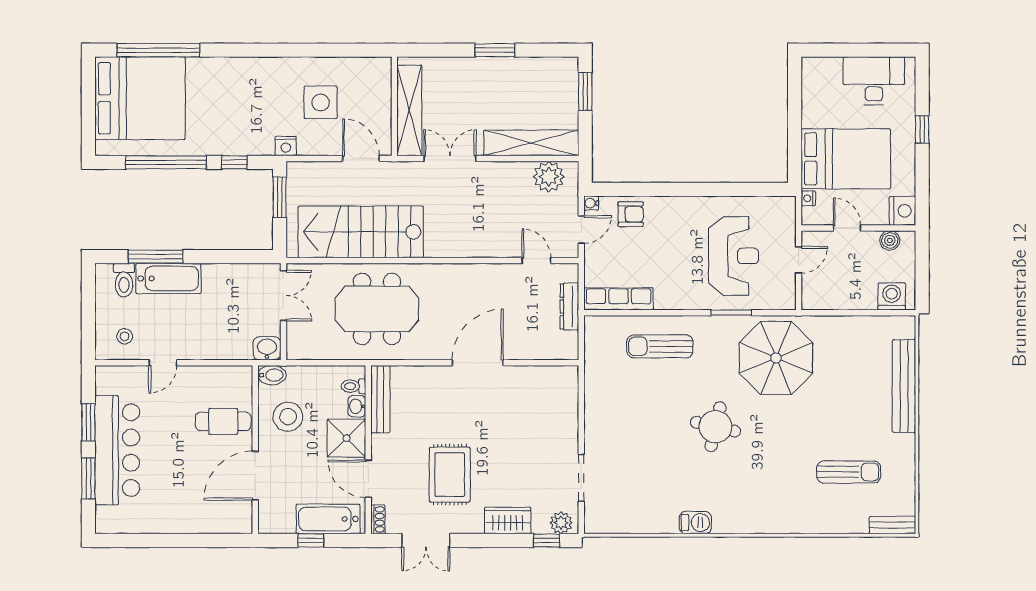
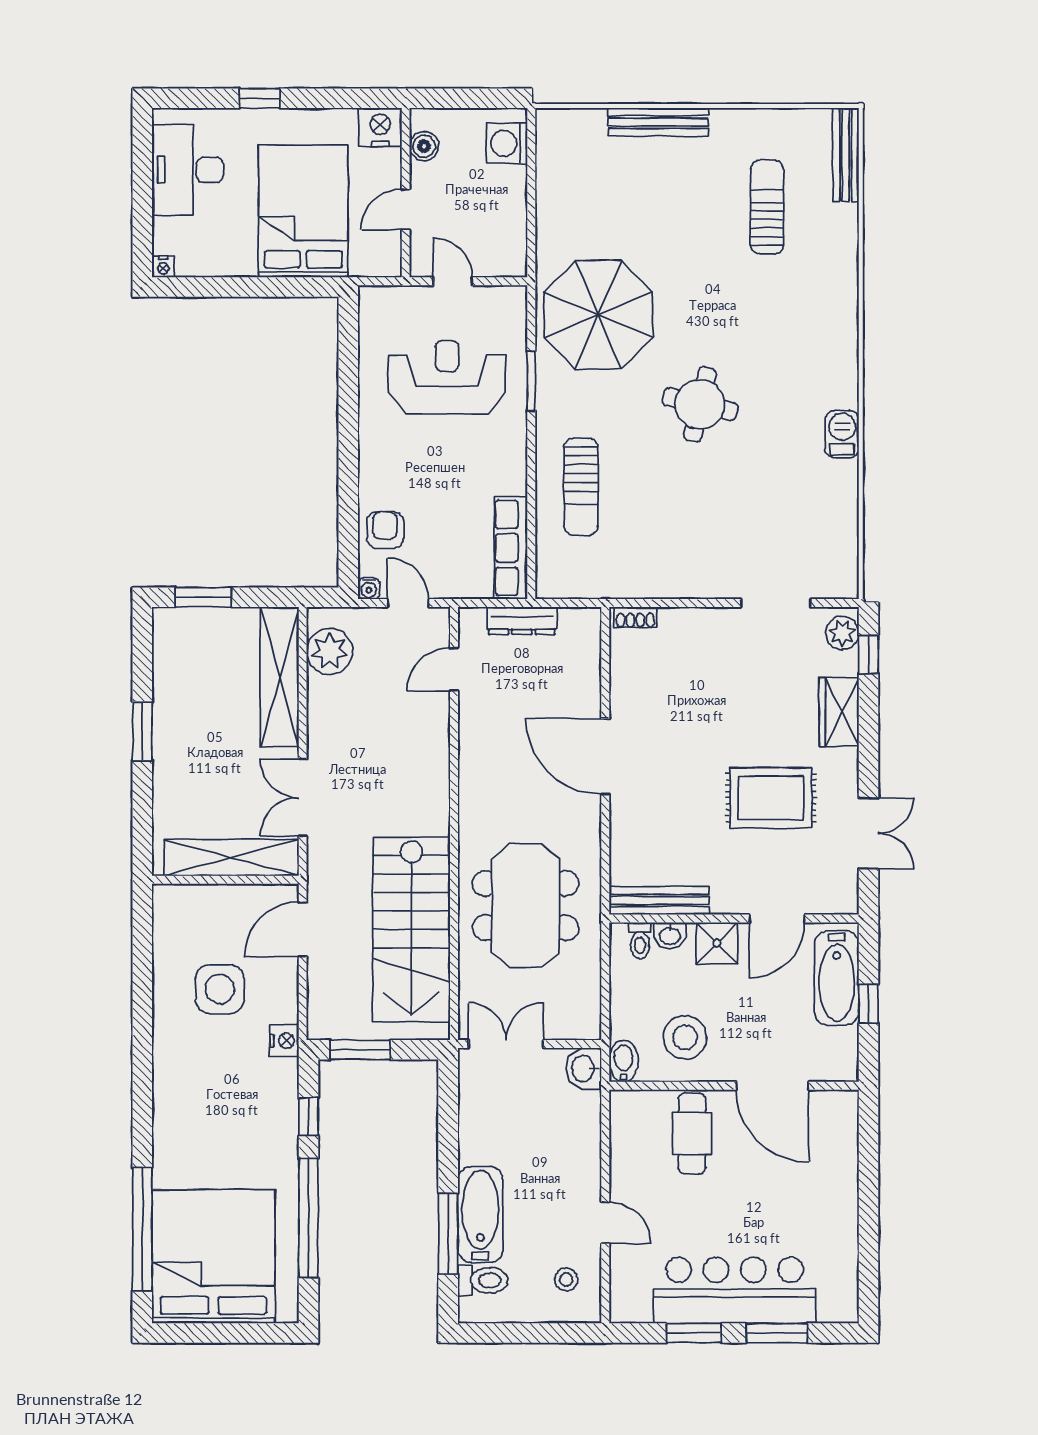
nightstand: (808, 198) -> (163, 267), moved
bench: (904, 386) -> (658, 122), width x0.73, depth x0.82
shower: (347, 438) -> (717, 943), width x0.73, depth x0.73
shoe rack: (378, 519) -> (635, 617), moved, turned 180
bench: (892, 525) -> (846, 155), width x1.36

